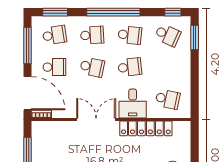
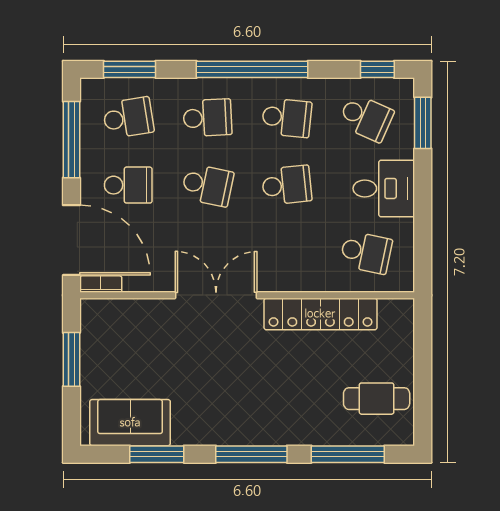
desk: (133, 104) -> (384, 188), moved, turned -90

